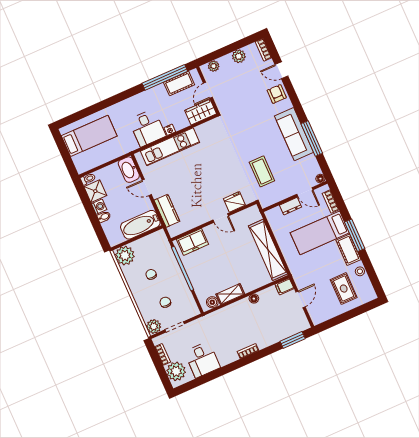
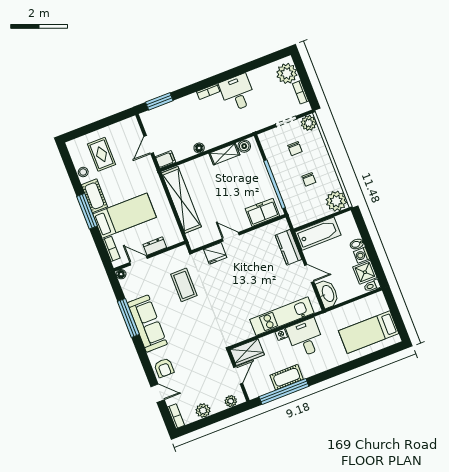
cot: (179, 84) -> (287, 377), moved
desk: (202, 360) -> (237, 93), moved

